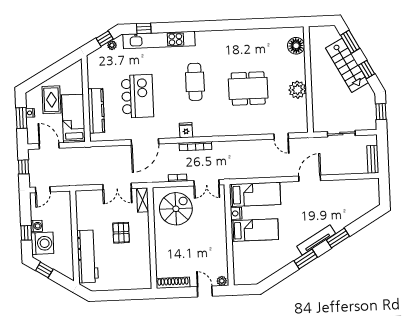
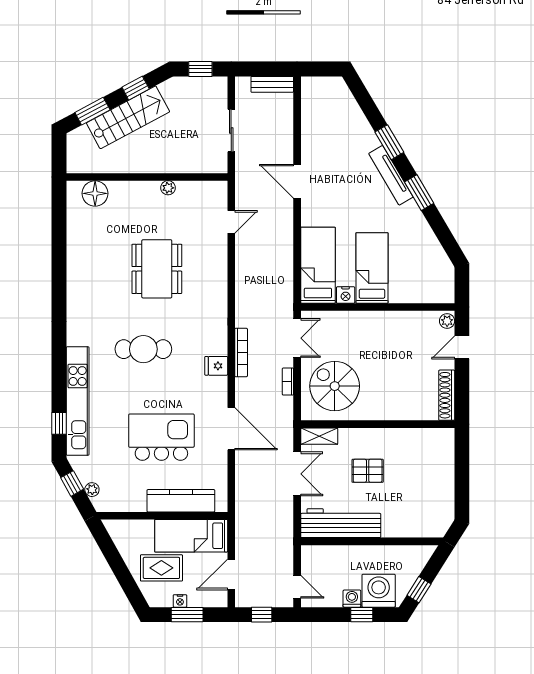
plant: (112, 45) -> (92, 490), moved
plant: (297, 90) -> (168, 188), width x0.53, depth x0.53
workbench: (88, 256) -> (341, 523), moved

